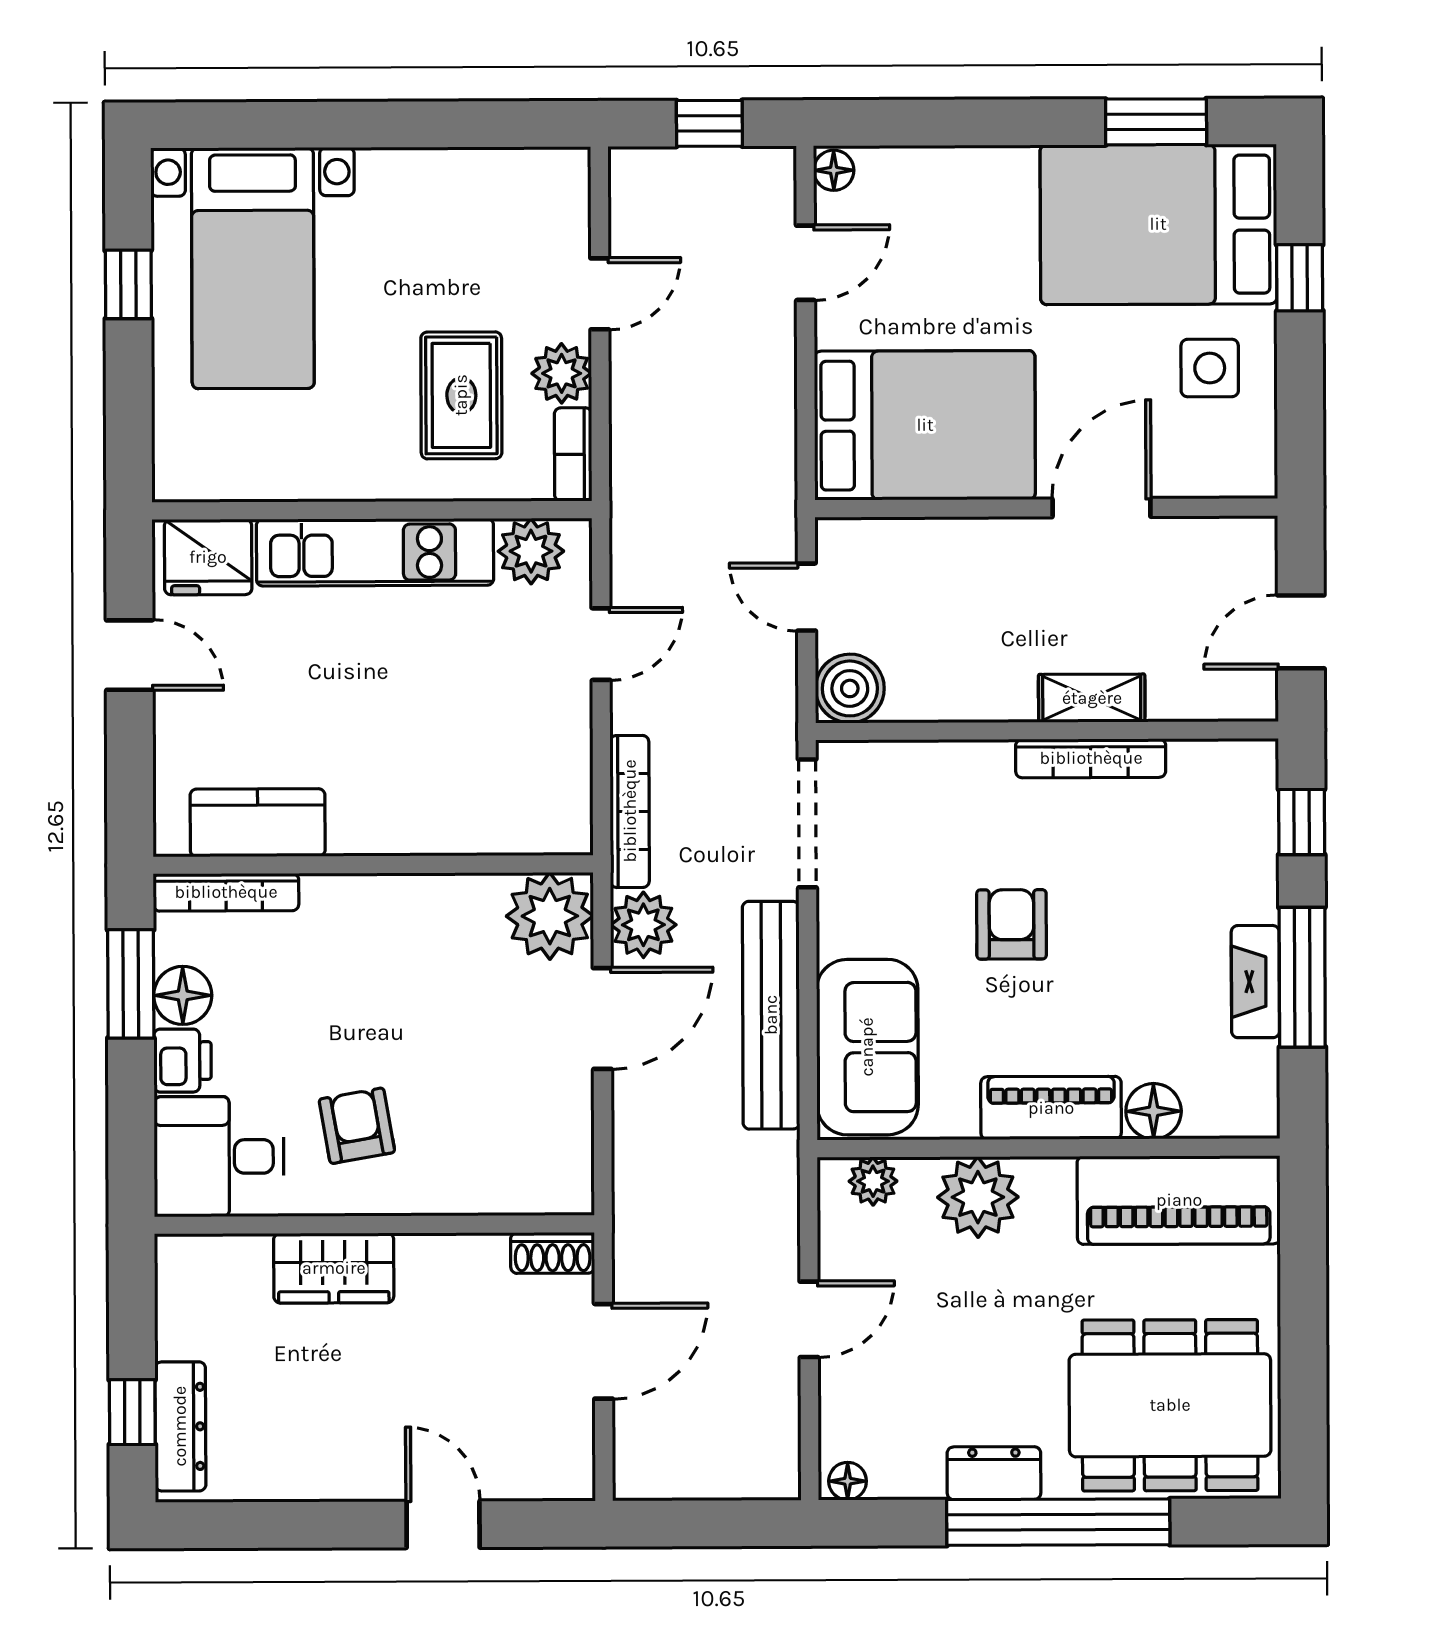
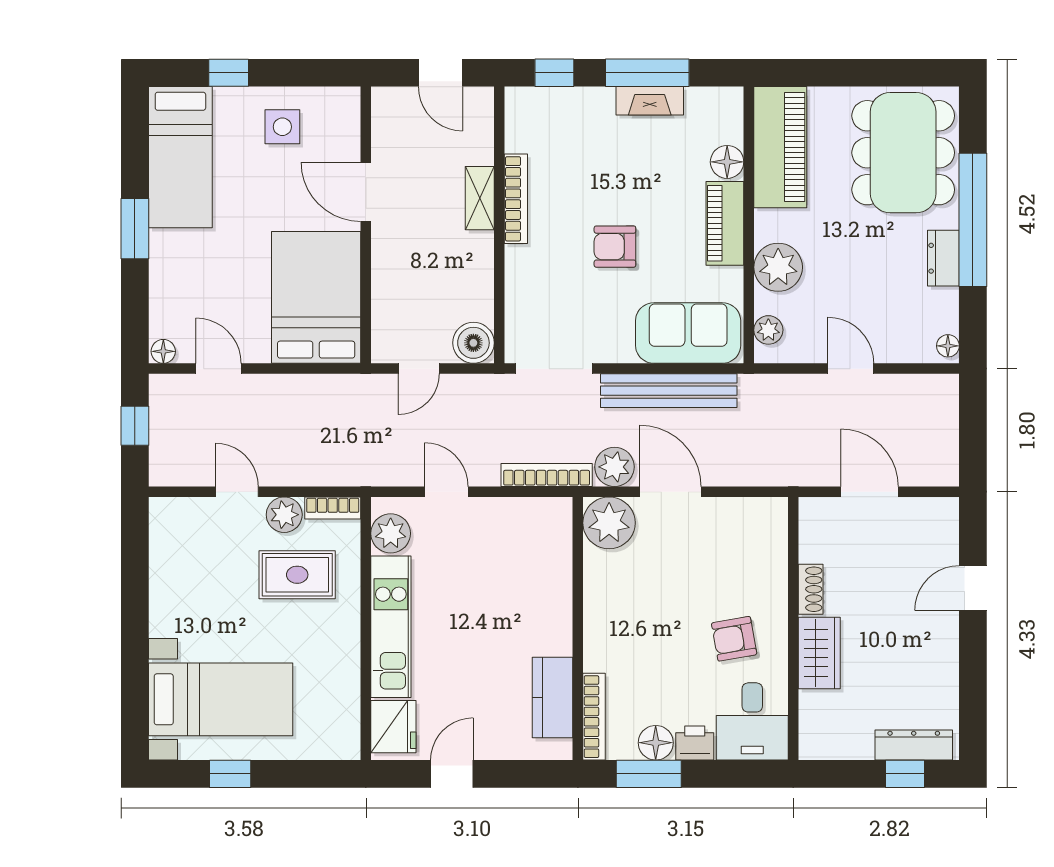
window: (1156, 122) -> (135, 229), moved
bed: (1158, 224) -> (180, 157), width x0.67
shoe rack: (553, 1253) -> (811, 589), moved

